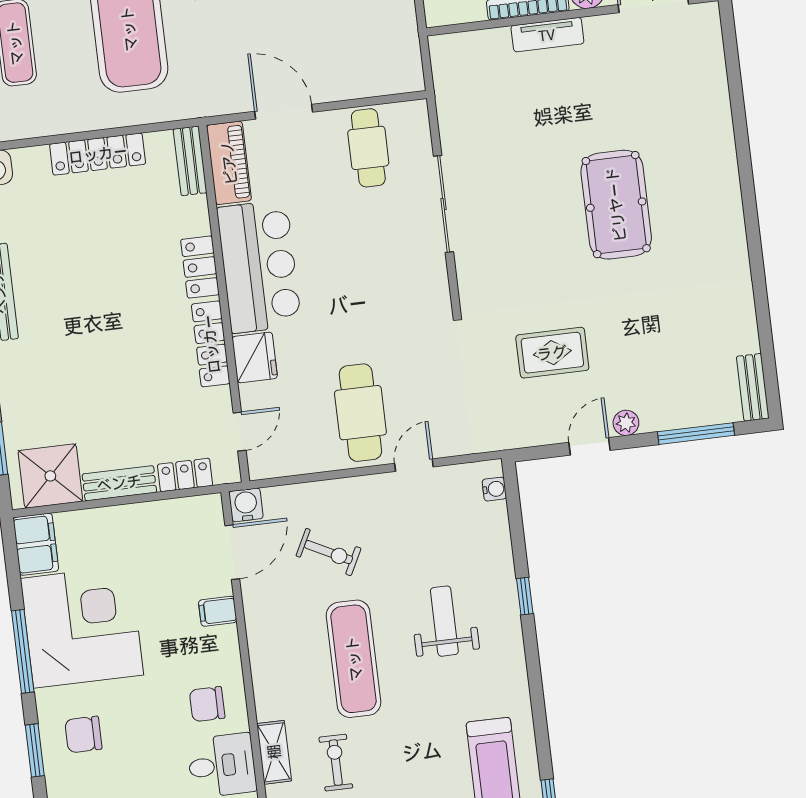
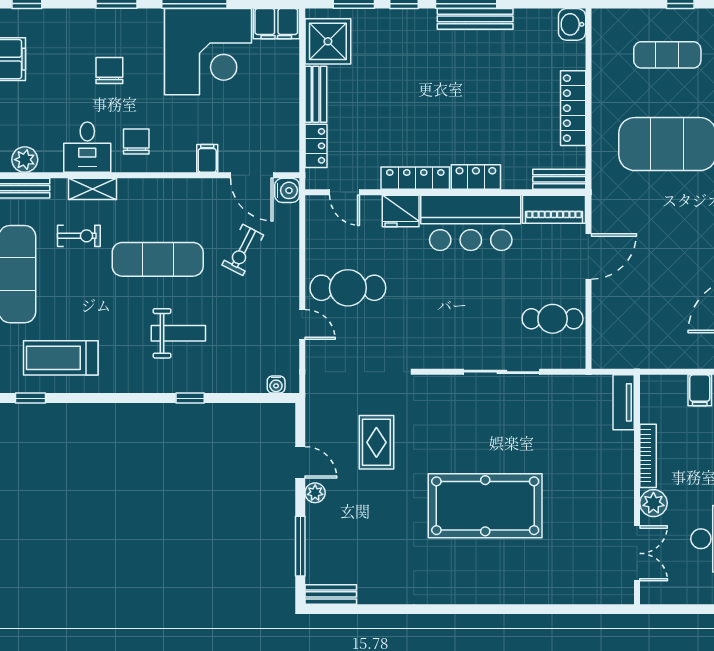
tv unit: (547, 35) -> (624, 402), moved
pool table: (616, 205) -> (485, 506), width x1.36, depth x1.32
chair: (83, 735) -> (109, 70), moved

